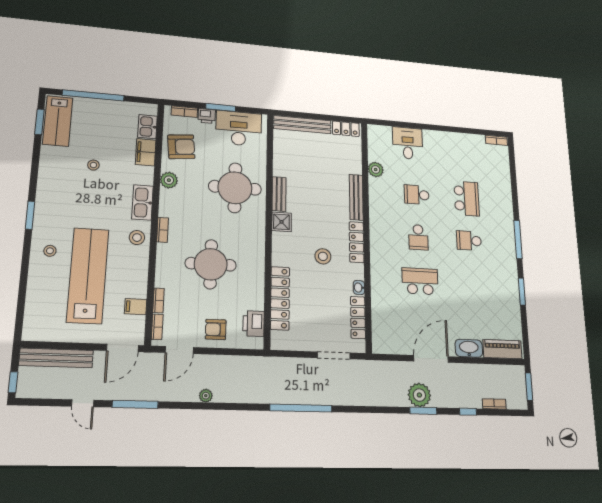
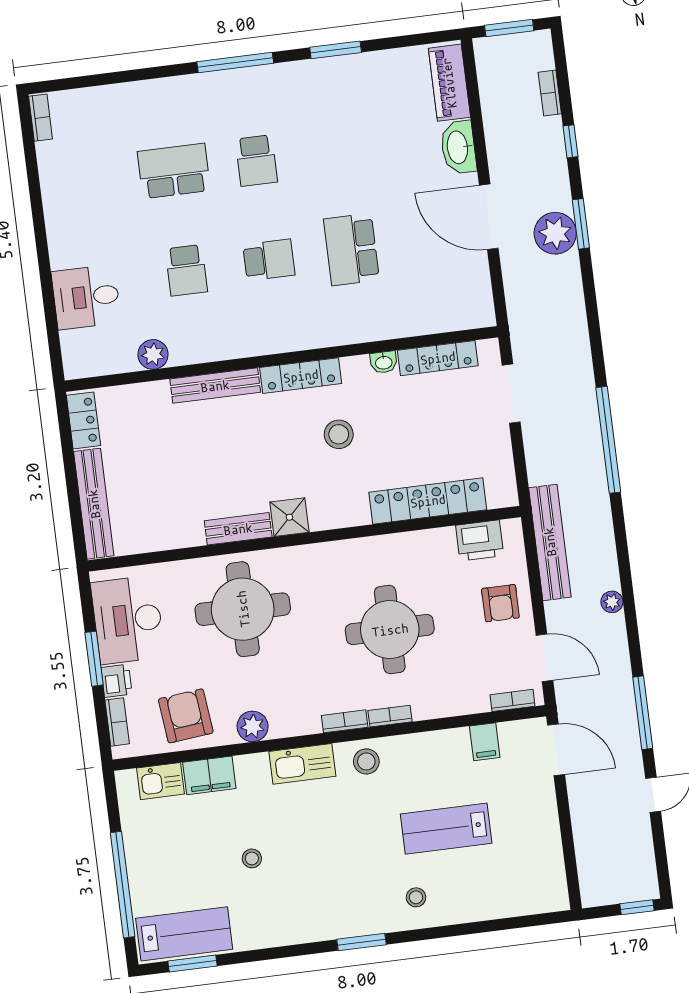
lab bench: (88, 275) -> (446, 829), width x0.54, depth x0.72
bookcase: (159, 300) -> (390, 716), moved
bench: (56, 358) -> (550, 542), moved

